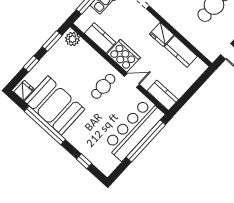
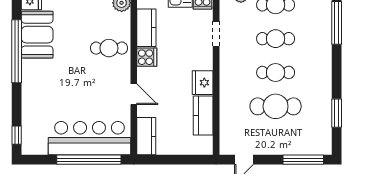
cooker: (124, 56) -> (147, 57), width x0.53, depth x0.76
cafe table: (103, 86) -> (109, 48), moved
booth: (55, 105) -> (37, 35), width x0.73, depth x0.70
window: (84, 161) -> (17, 135), moved

